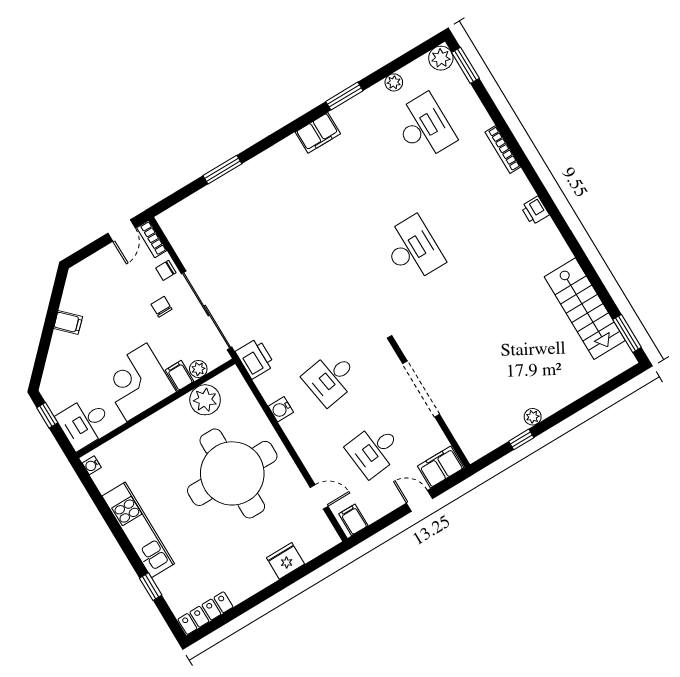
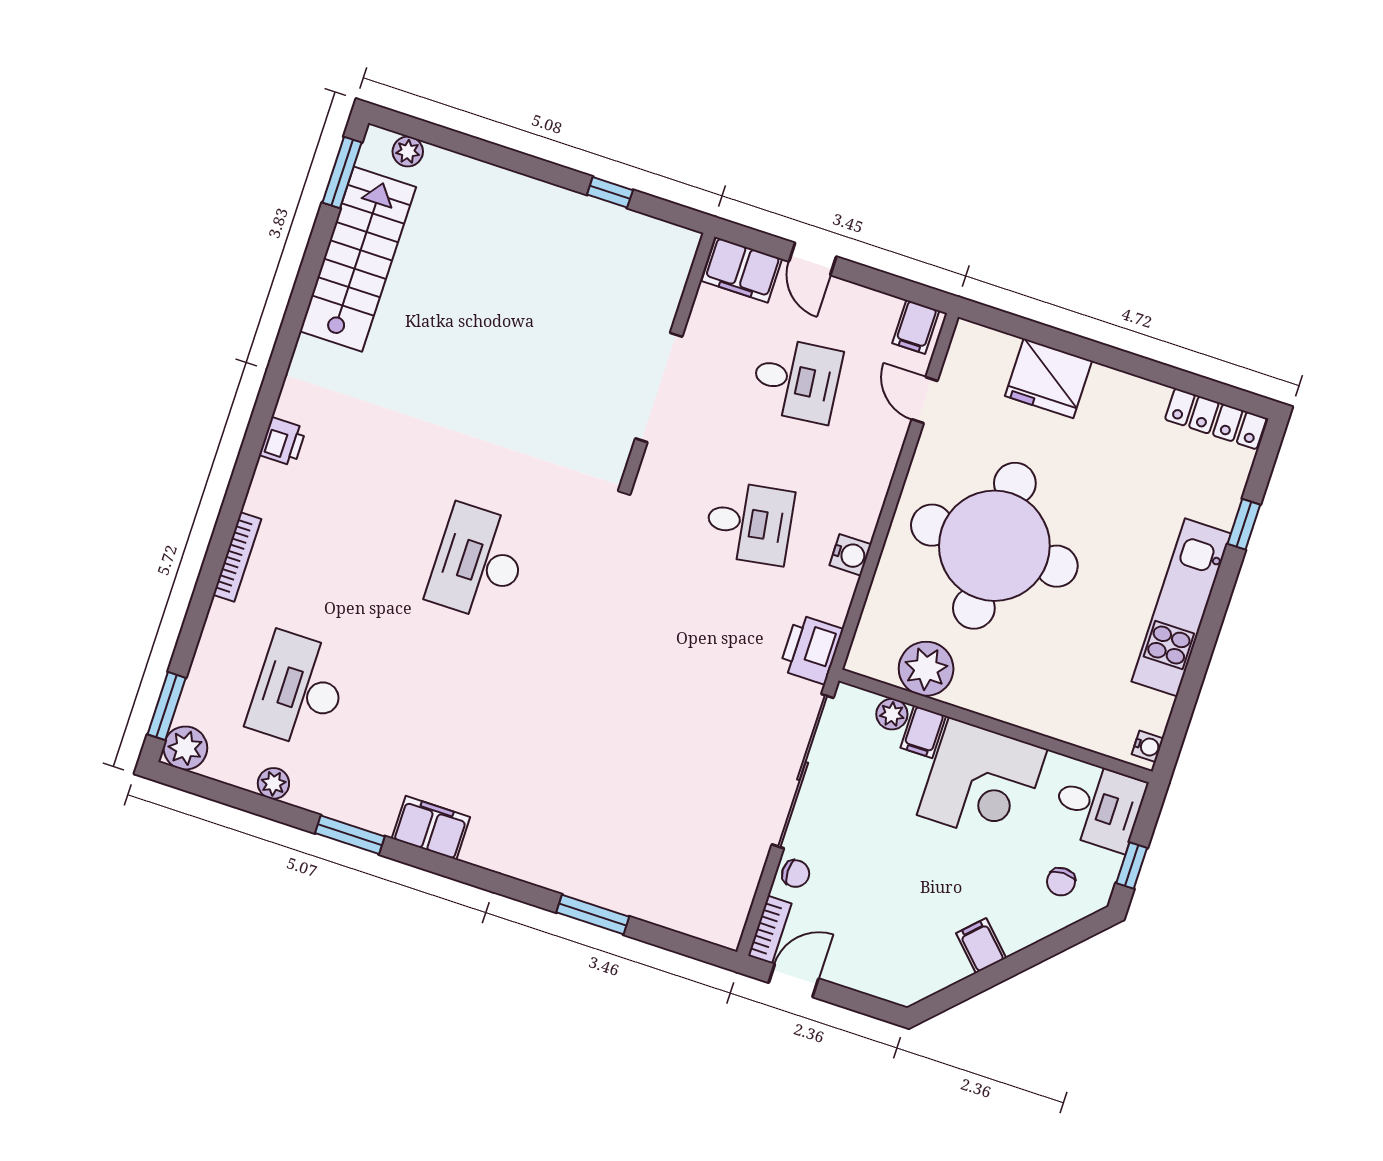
chair: (162, 307) -> (1061, 882), moved
plant: (533, 417) -> (408, 151), moved
fridge: (286, 561) -> (1048, 378), width x1.36, depth x1.34

